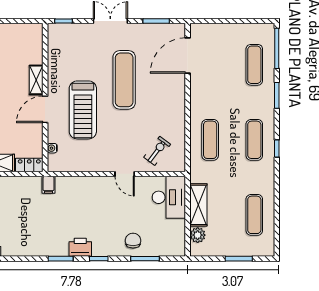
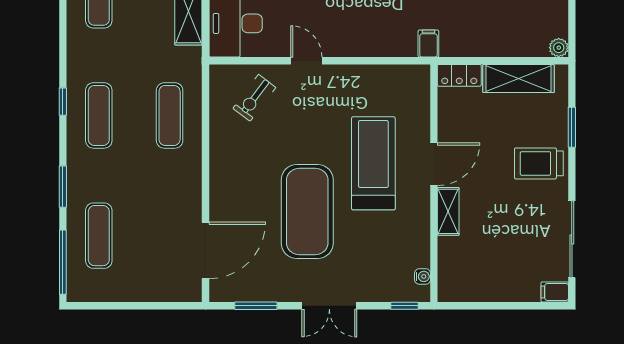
exercise mat: (124, 80) -> (307, 211), width x1.47
water cooler: (52, 148) -> (423, 276), moved

